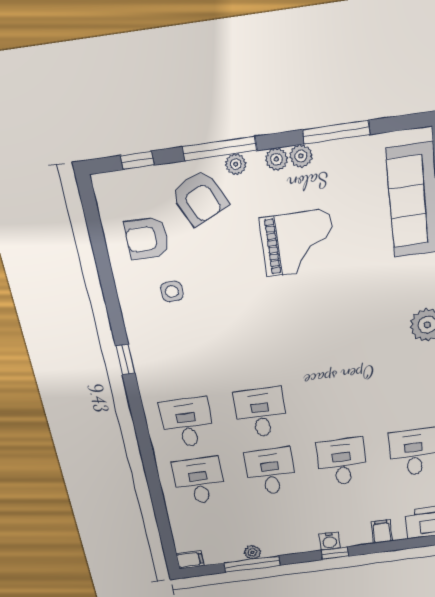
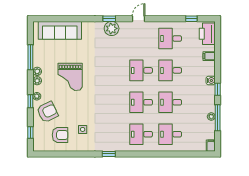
window: (220, 149) -> (30, 101), width x0.46
armchair: (147, 238) -> (60, 135), turned -90
grand piano: (298, 243) -> (70, 77), turned 180
desk: (334, 403) -> (141, 70), added
window: (335, 553) -> (218, 89), moved

